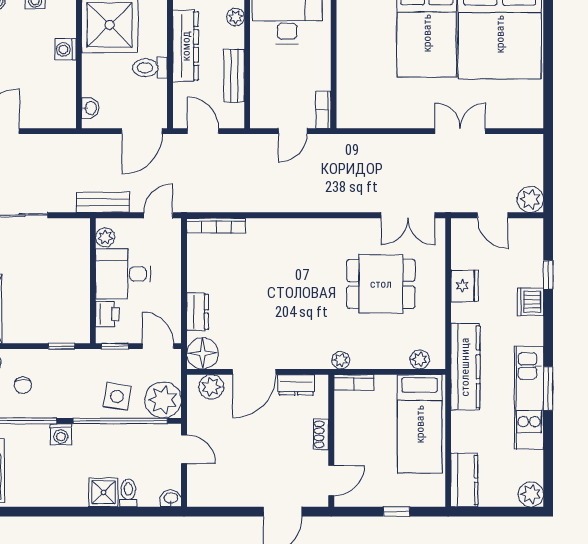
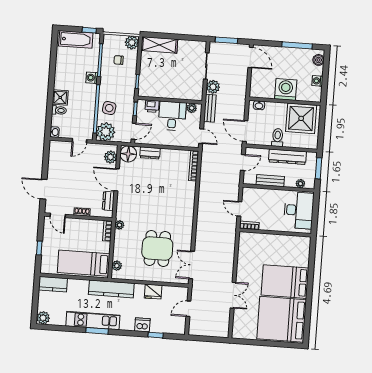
washing machine: (65, 49) -> (286, 89), width x1.89, depth x1.89
plant: (530, 199) -> (213, 87), moved

